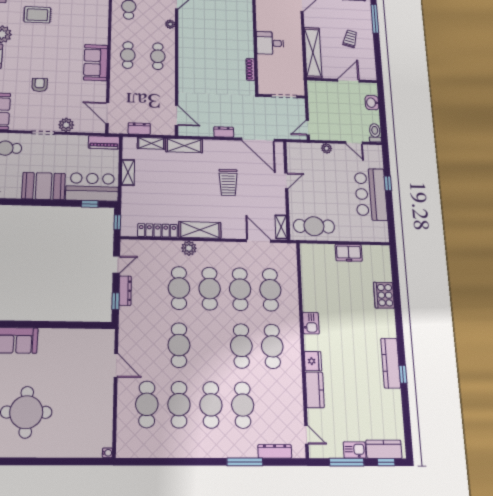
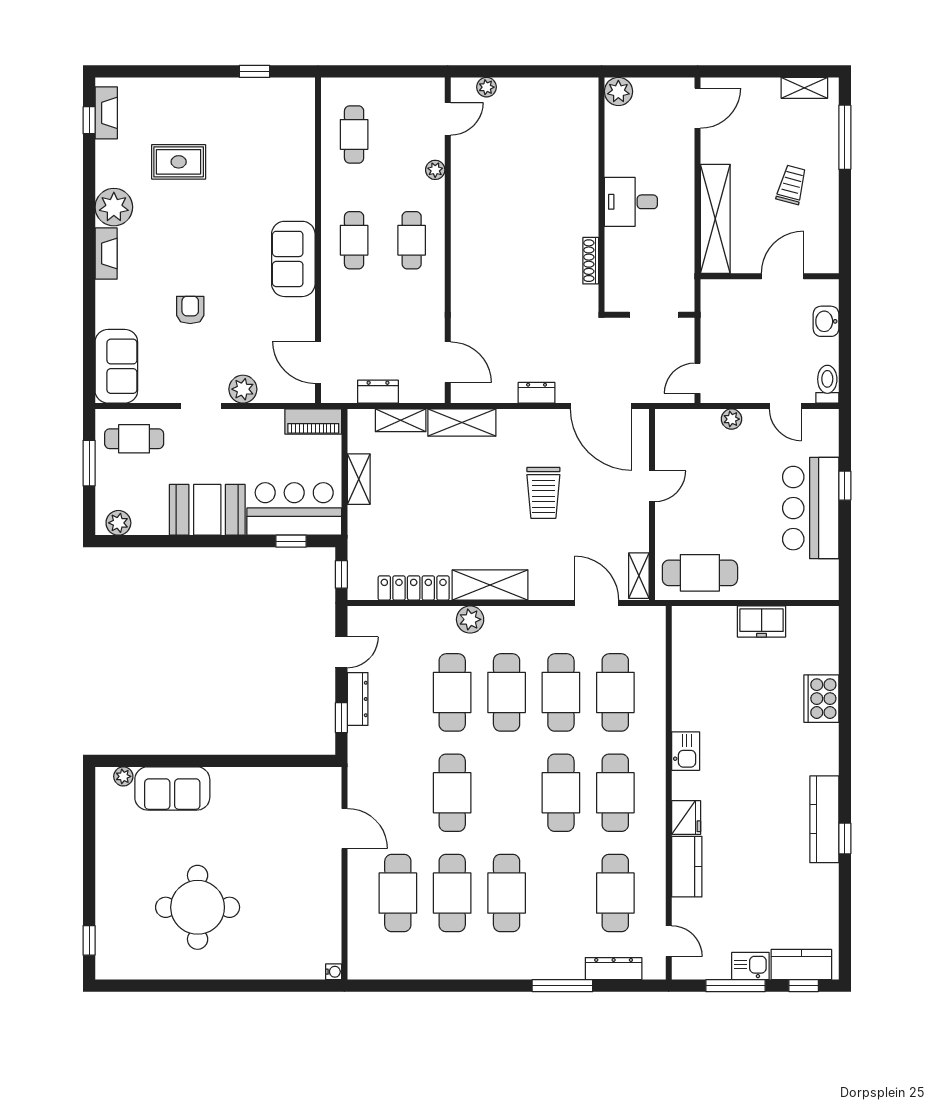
cafe table: (243, 405) -> (615, 893), moved

